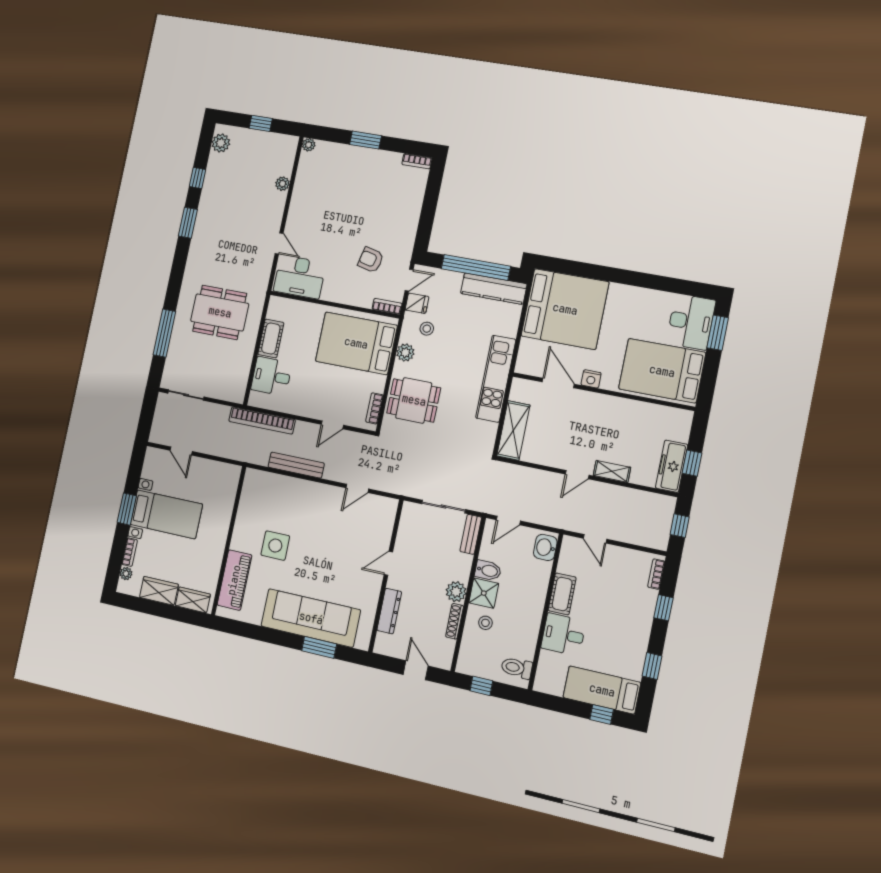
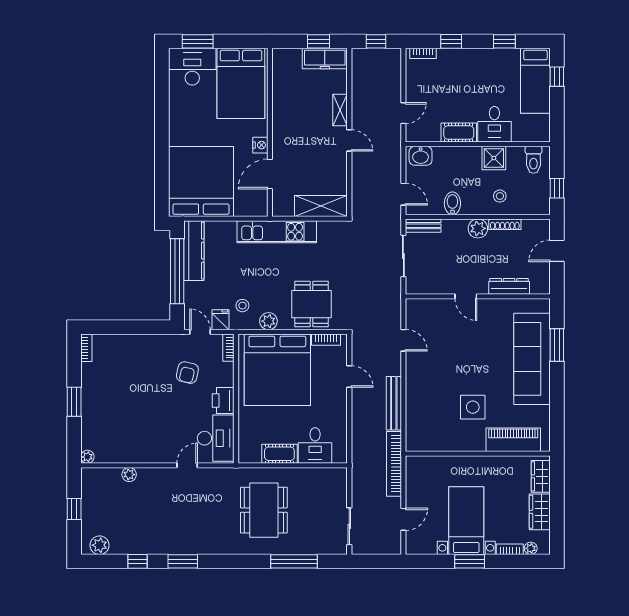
printer: (335, 291) -> (223, 401), added
bed: (356, 343) -> (277, 370), width x1.36
bookcase: (262, 420) -> (394, 464), moved, turned 180
shower: (484, 593) -> (494, 158), moved

